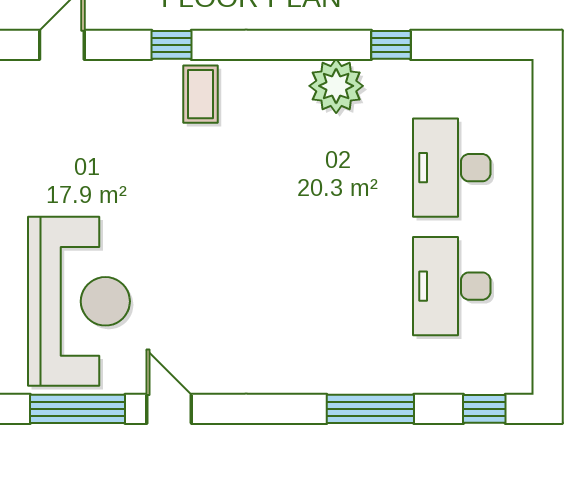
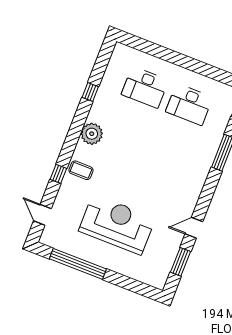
plant: (336, 86) -> (92, 134), moved
reception desk: (79, 301) -> (117, 224), moved
window: (78, 409) -> (181, 262), width x0.69

